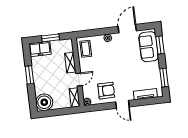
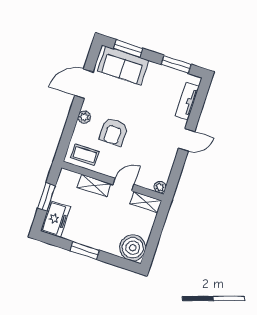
door: (127, 29) -> (84, 84), hinge flipped
door: (79, 80) -> (124, 185), hinge flipped
armchair: (106, 91) -> (114, 132), moved, turned 180

